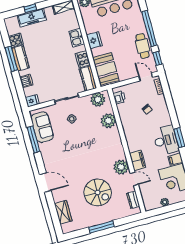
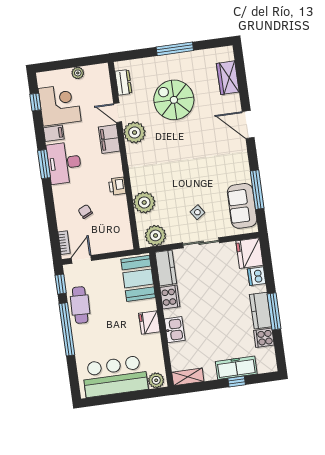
door: (146, 77) -> (81, 259), swing flipped
printer: (119, 97) -> (117, 186), moved
fridge: (32, 101) -> (249, 253), width x1.88, depth x1.34

